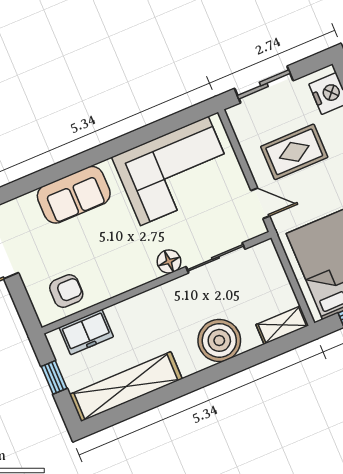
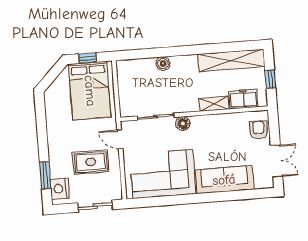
sofa: (74, 195) -> (224, 180), width x1.36
armchair: (66, 291) -> (258, 130), moved, turned 92
shelving: (282, 325) -> (214, 104), moved
boiler: (219, 340) -> (163, 64), width x0.54, depth x0.54

